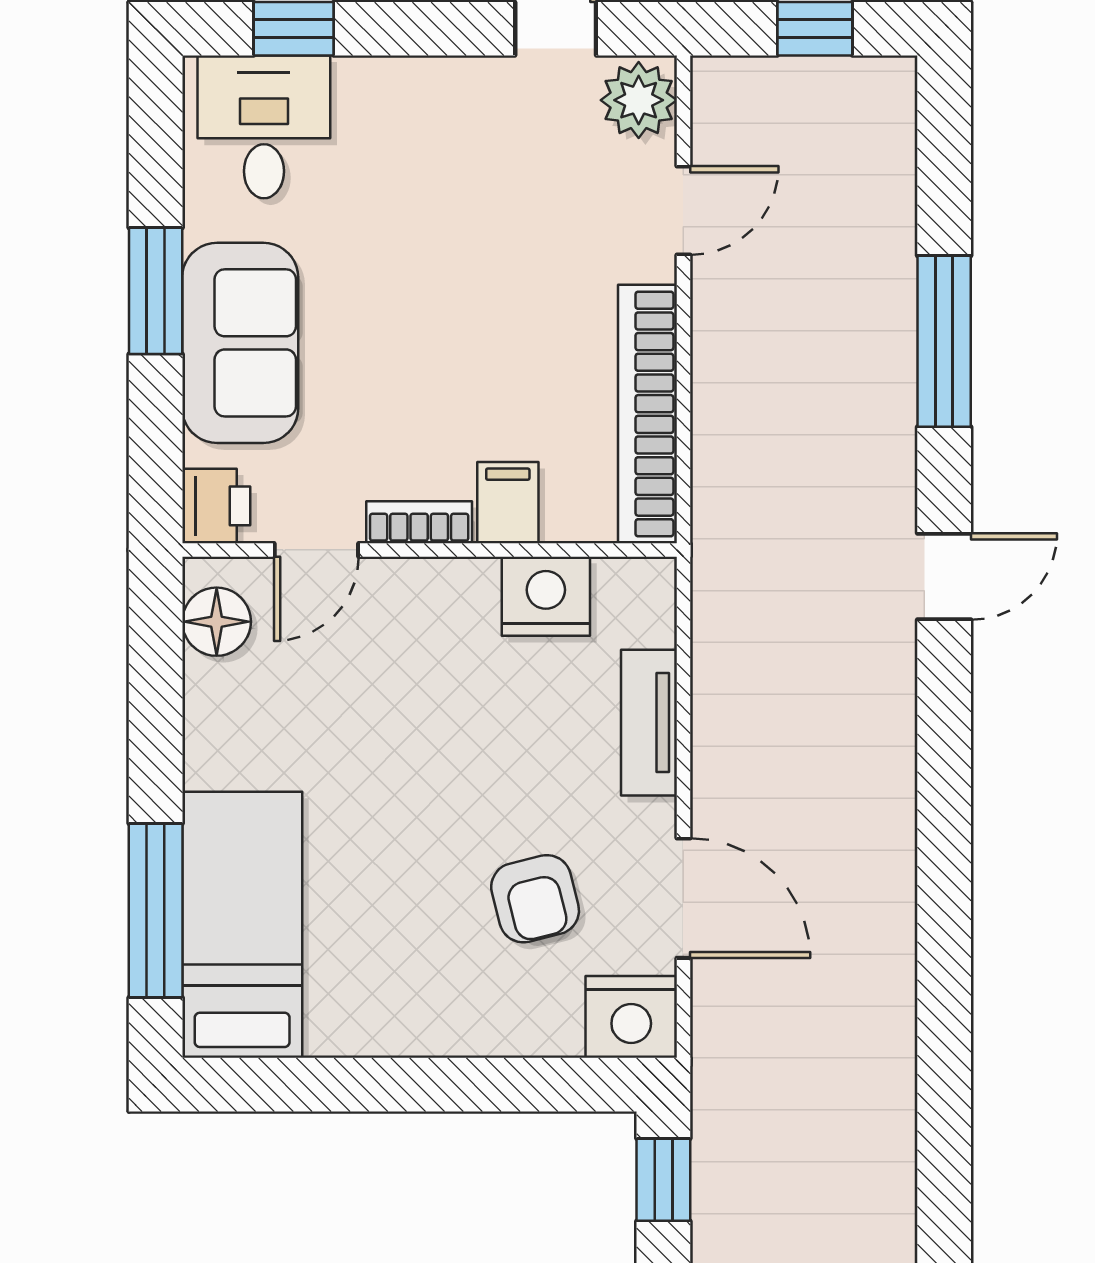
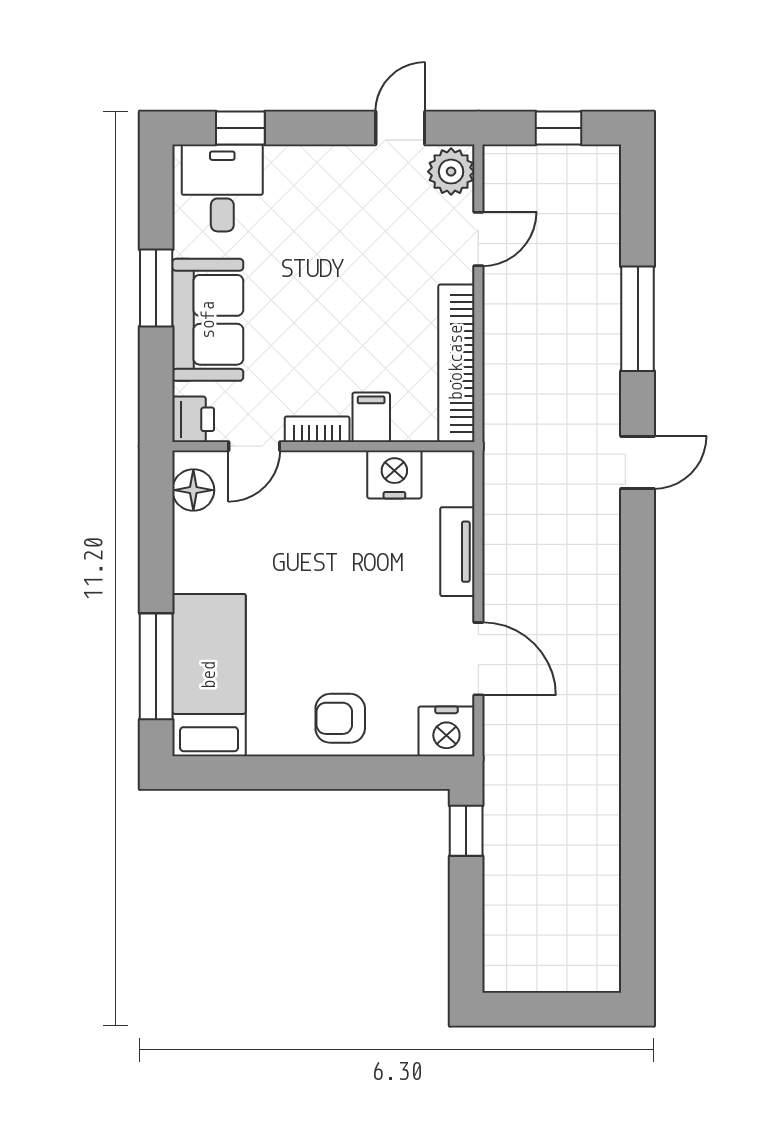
armchair: (535, 899) -> (340, 718), moved, turned 104

